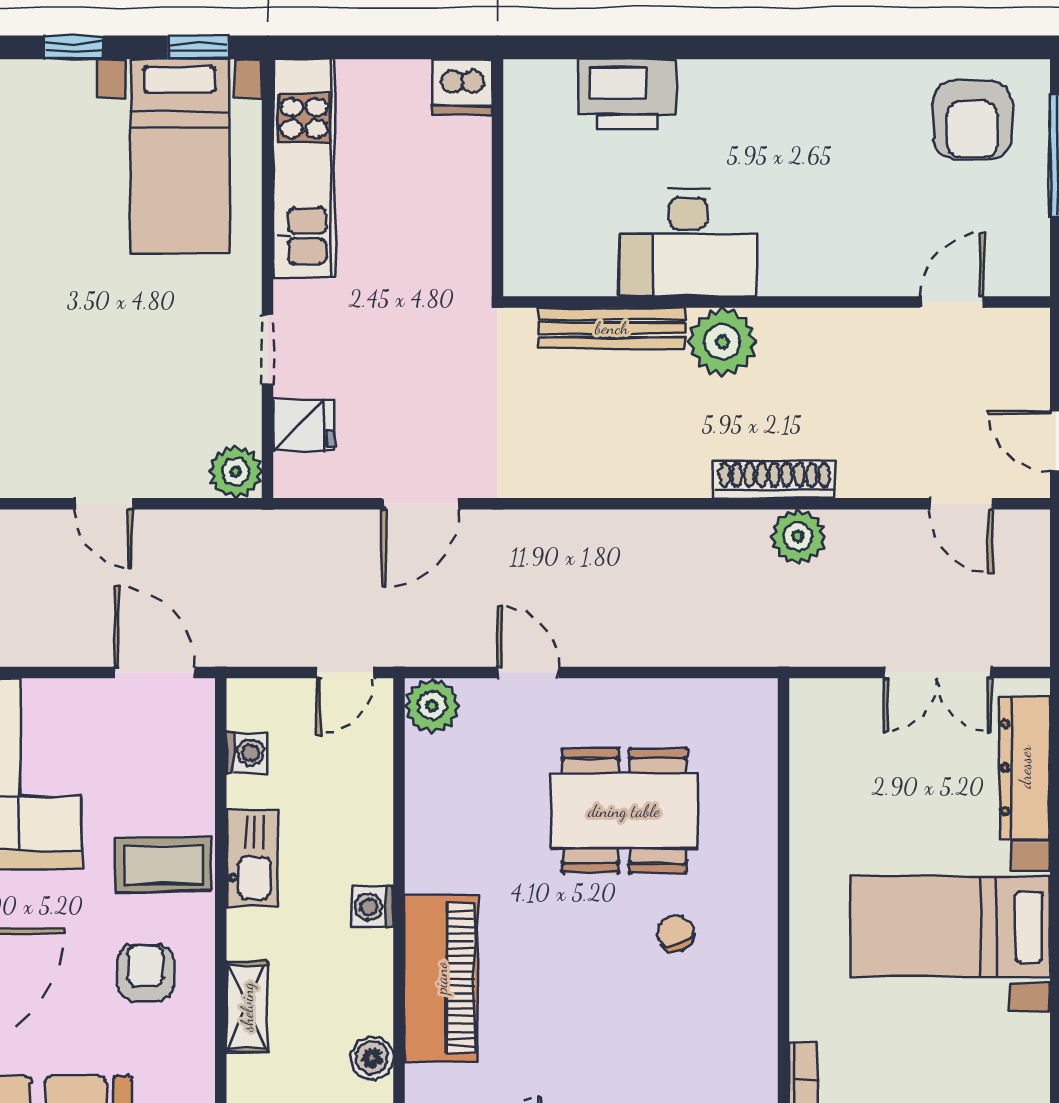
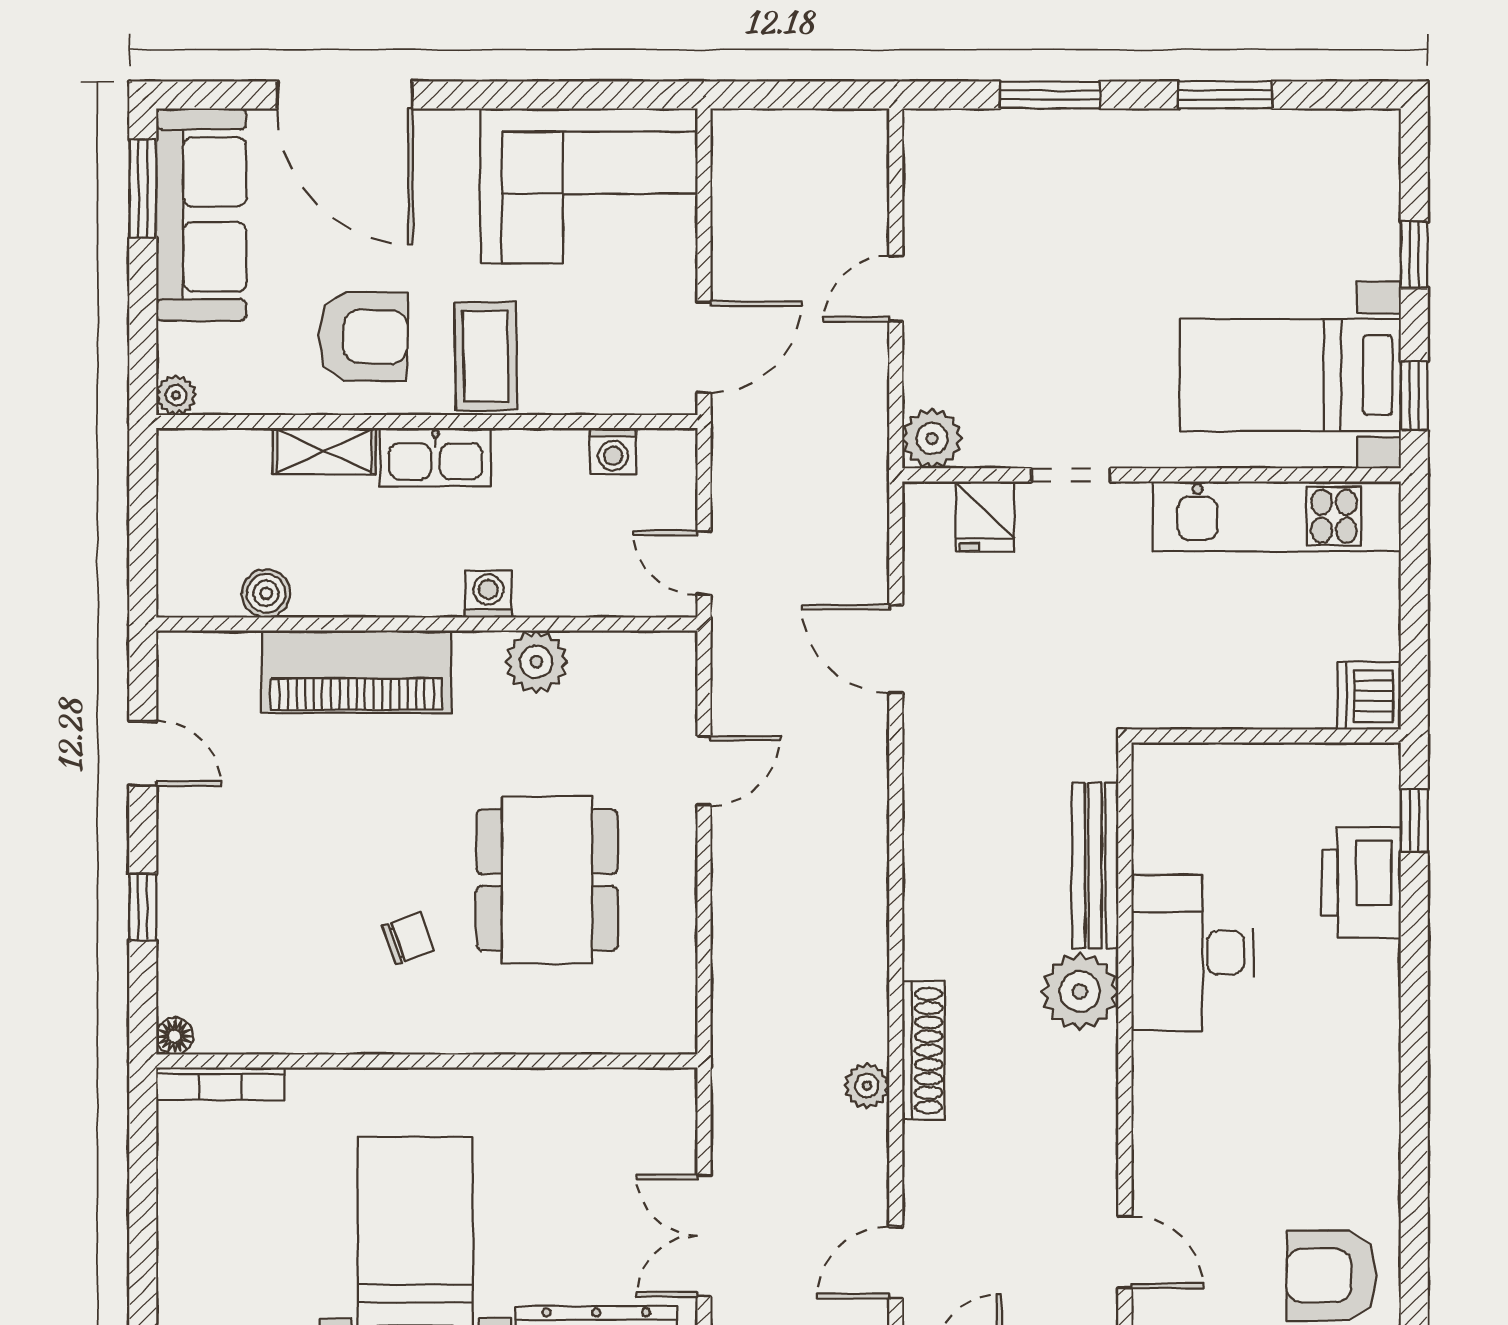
window: (572, 47) -> (1414, 821), added
plant: (798, 537) -> (867, 1086), width x0.73, depth x0.73
plant: (432, 706) -> (536, 662), moved
kitchen sink: (252, 858) -> (436, 457), moved
washing machine: (373, 907) -> (488, 594), moved
armchair: (146, 973) -> (363, 336), width x1.38, depth x1.38

